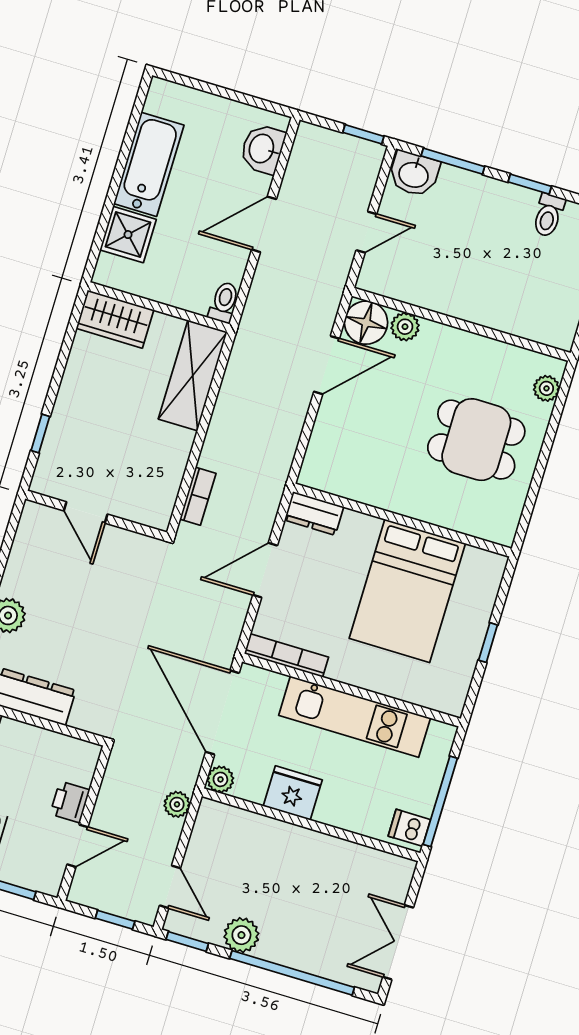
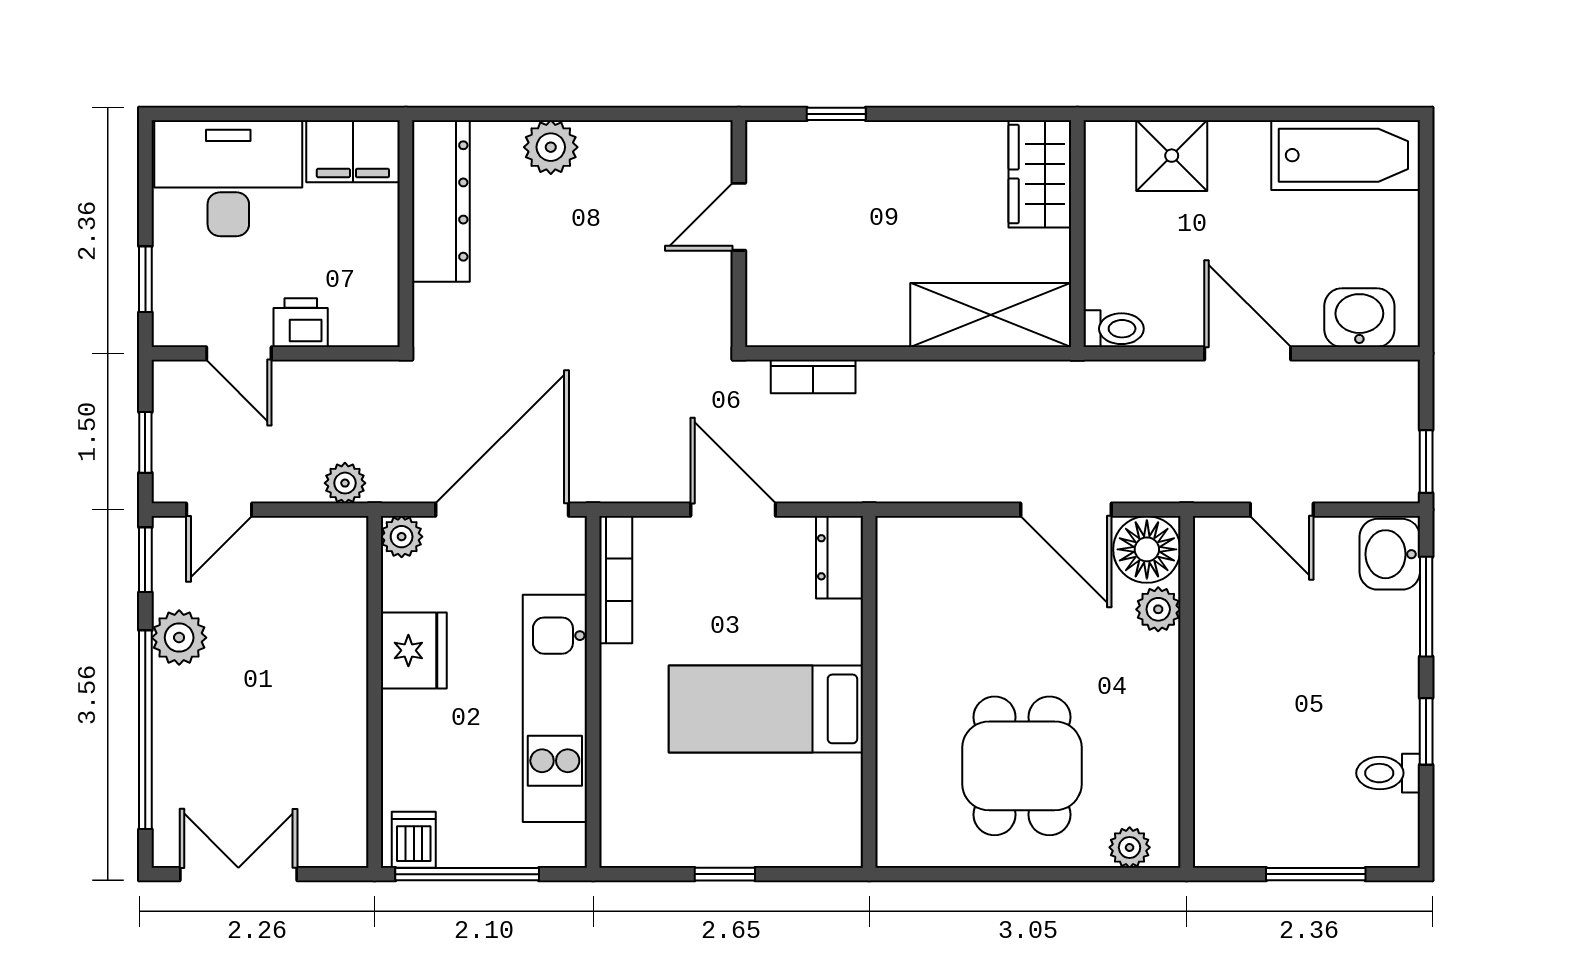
bathtub: (149, 164) -> (1346, 155), moved
bed: (407, 591) -> (766, 709), width x0.67

